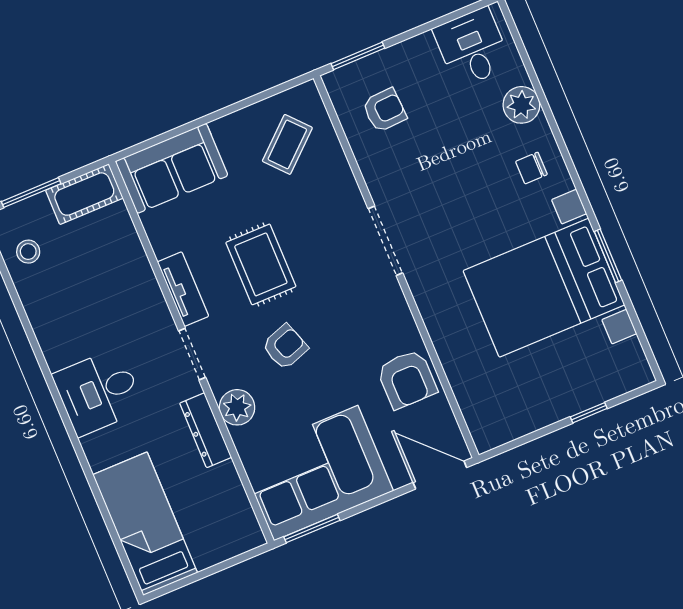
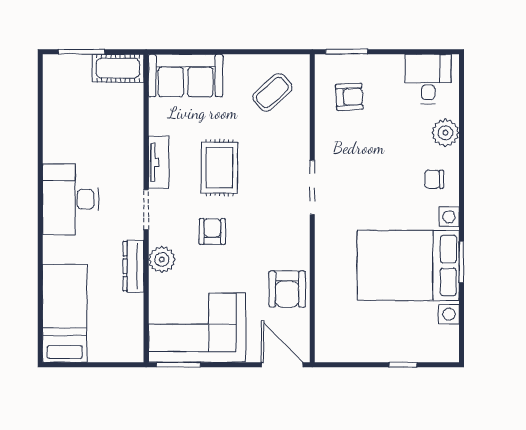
stool: (28, 252) -> (63, 92), removed
armchair: (285, 347) -> (212, 232), turned -71
desk: (98, 392) -> (70, 199), width x1.37

